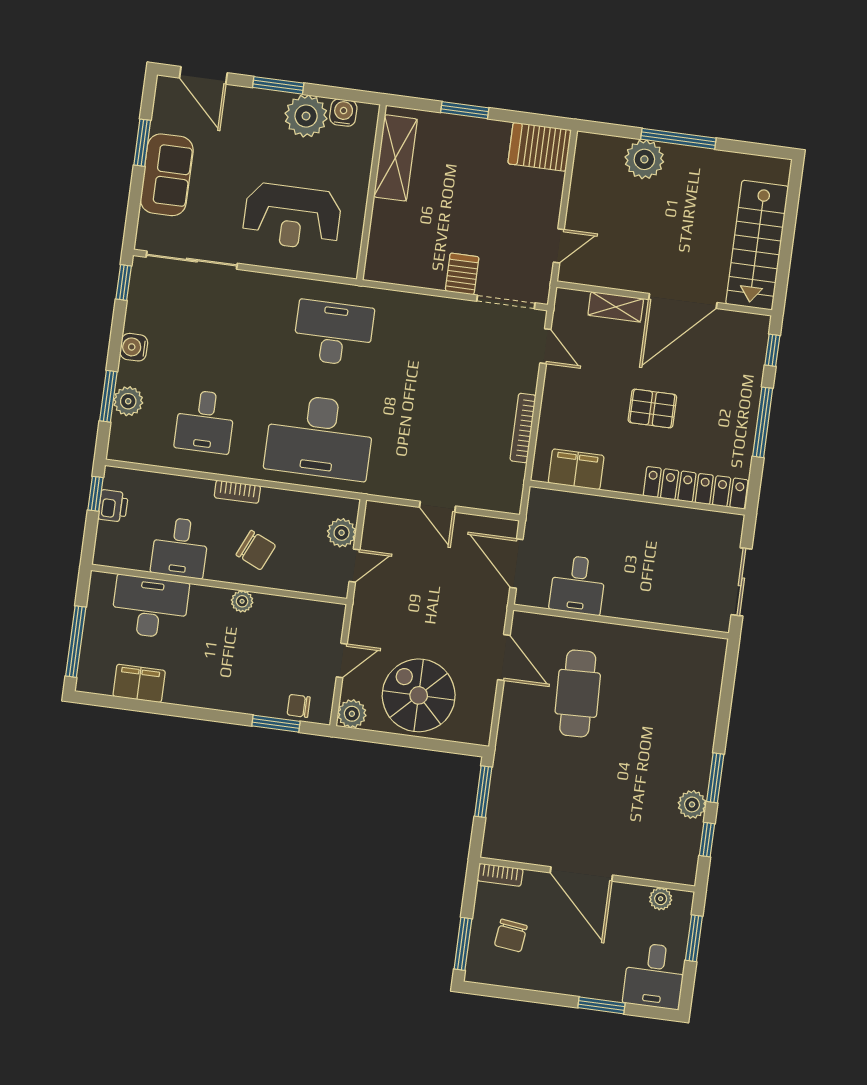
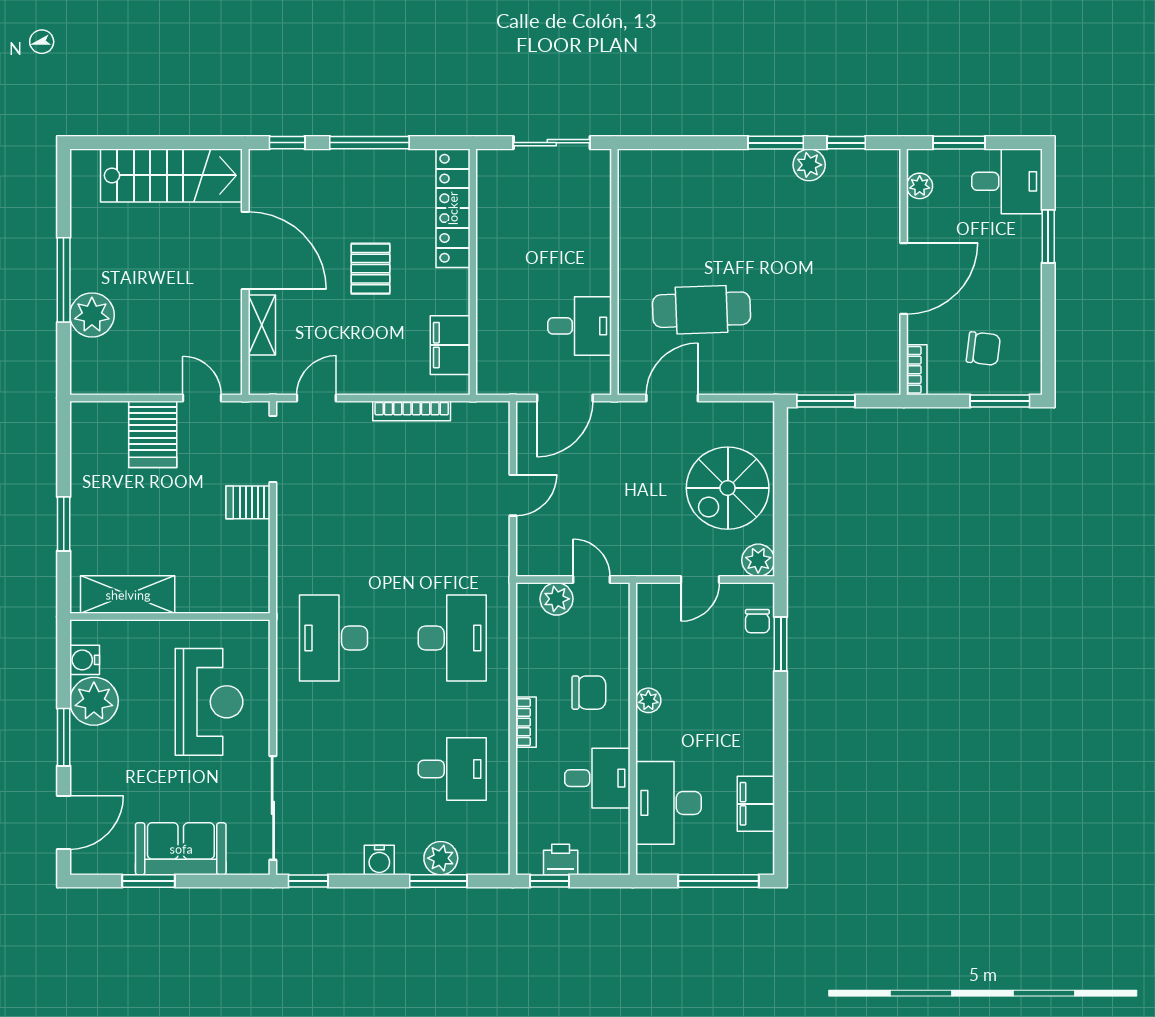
server rack: (540, 147) -> (153, 434), moved
desk: (320, 437) -> (452, 638), width x0.73, depth x0.77
chair: (256, 550) -> (589, 693), turned 66
door: (342, 661) -> (700, 580), swing flipped

